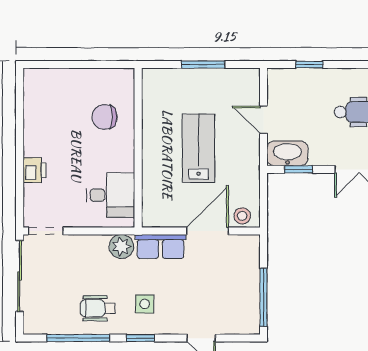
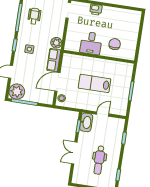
lab bench: (198, 148) -> (94, 83), turned 180
desk: (111, 195) -> (91, 43), moved
door: (208, 231) -> (57, 82), swing flipped
wheelchair: (98, 308) -> (34, 16), moved
plant: (243, 317) -> (17, 92), added

